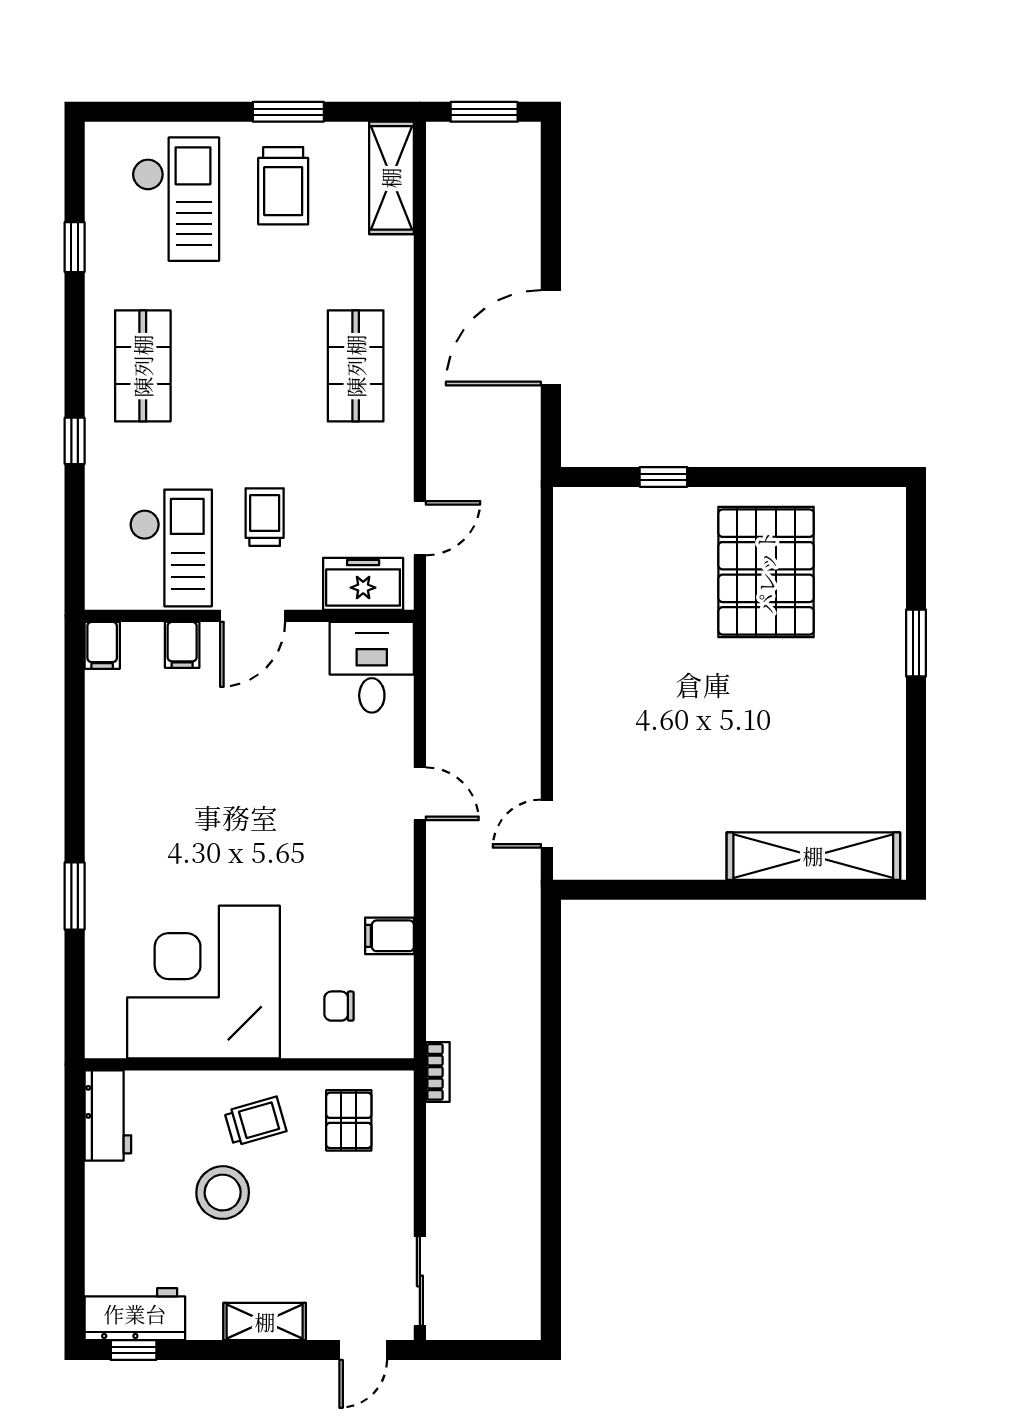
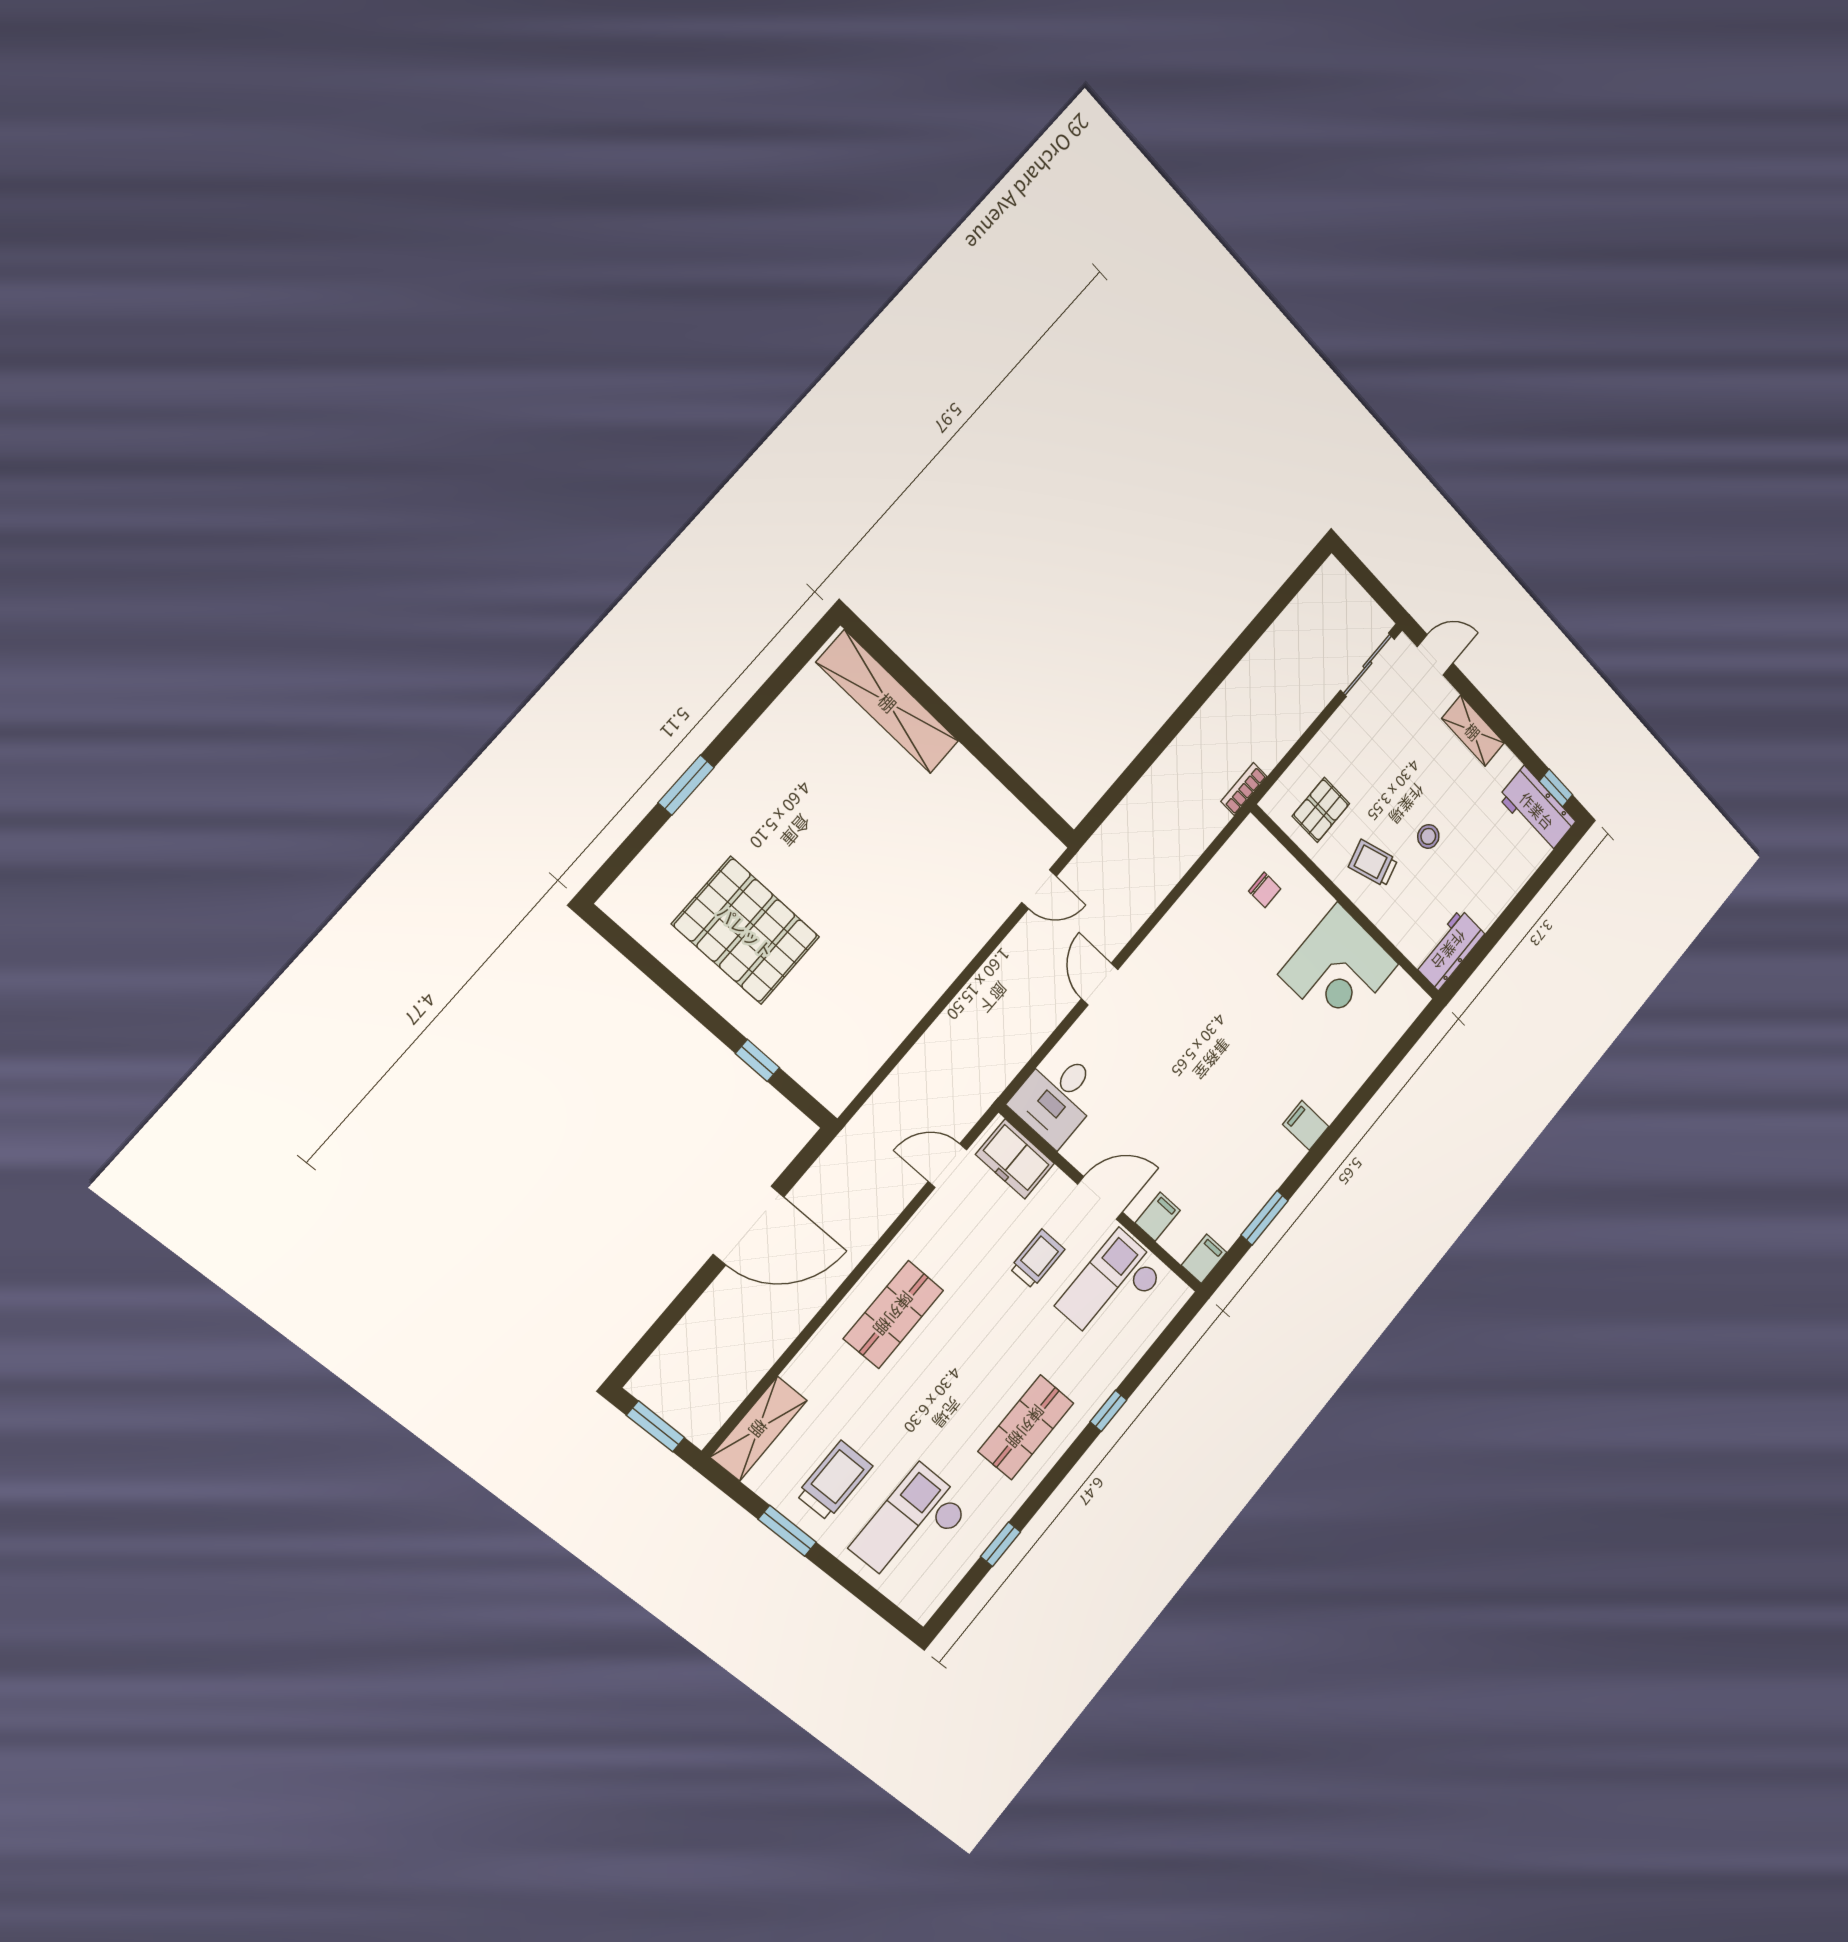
trolley: (265, 517) -> (1037, 1259), turned 180
pallet: (766, 572) -> (746, 931), turned 90
window: (75, 896) -> (1265, 1218), moved
filing cabinet: (389, 936) -> (1306, 1125), moved, turned 180
corner desk: (204, 982) -> (1339, 969), width x0.74, depth x0.74
stool: (223, 1193) -> (1428, 836), width x0.53, depth x0.53

